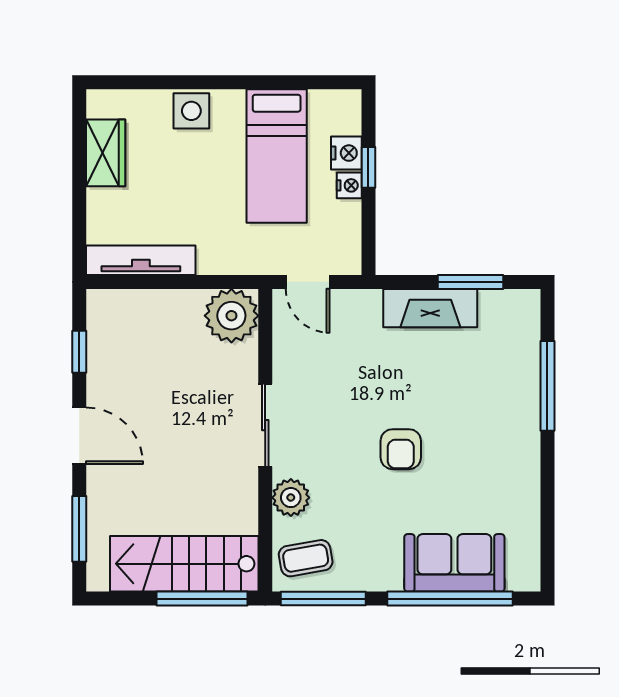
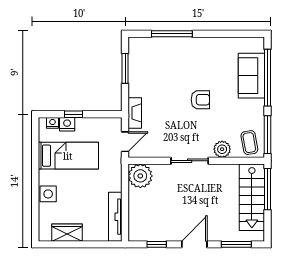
nightstand: (349, 185) -> (53, 123), moved
fireplace: (430, 308) -> (135, 113), moved, width x0.73, depth x0.76

